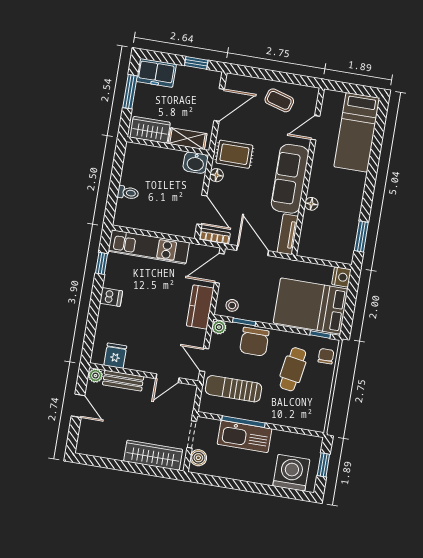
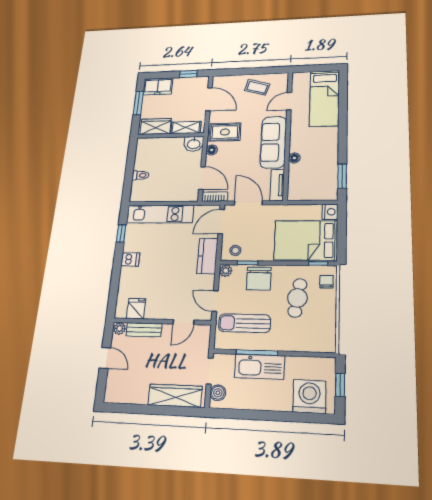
door: (219, 105) -> (209, 99), hinge flipped

